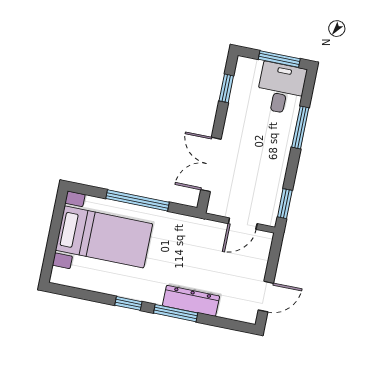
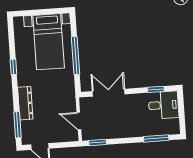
window: (279, 59) -> (182, 116), removed
desk: (281, 88) -> (164, 105), moved
window: (300, 127) -> (156, 138), moved
window: (176, 313) -> (17, 125), moved

